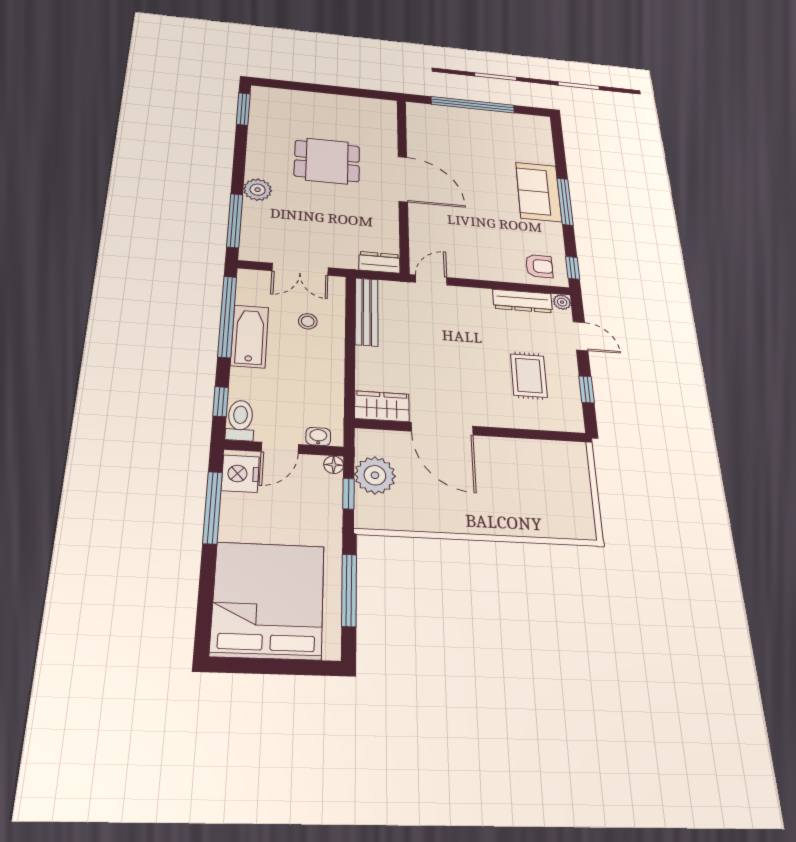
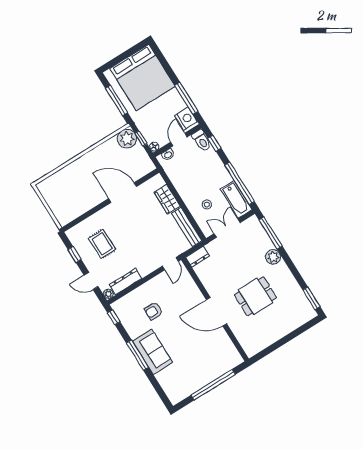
armchair: (539, 266) -> (153, 311), moved
bathtub: (250, 336) -> (236, 199), moved
wardrobe: (382, 406) -> (167, 199), moved, turned 90
plant: (375, 475) -> (127, 139), moved

